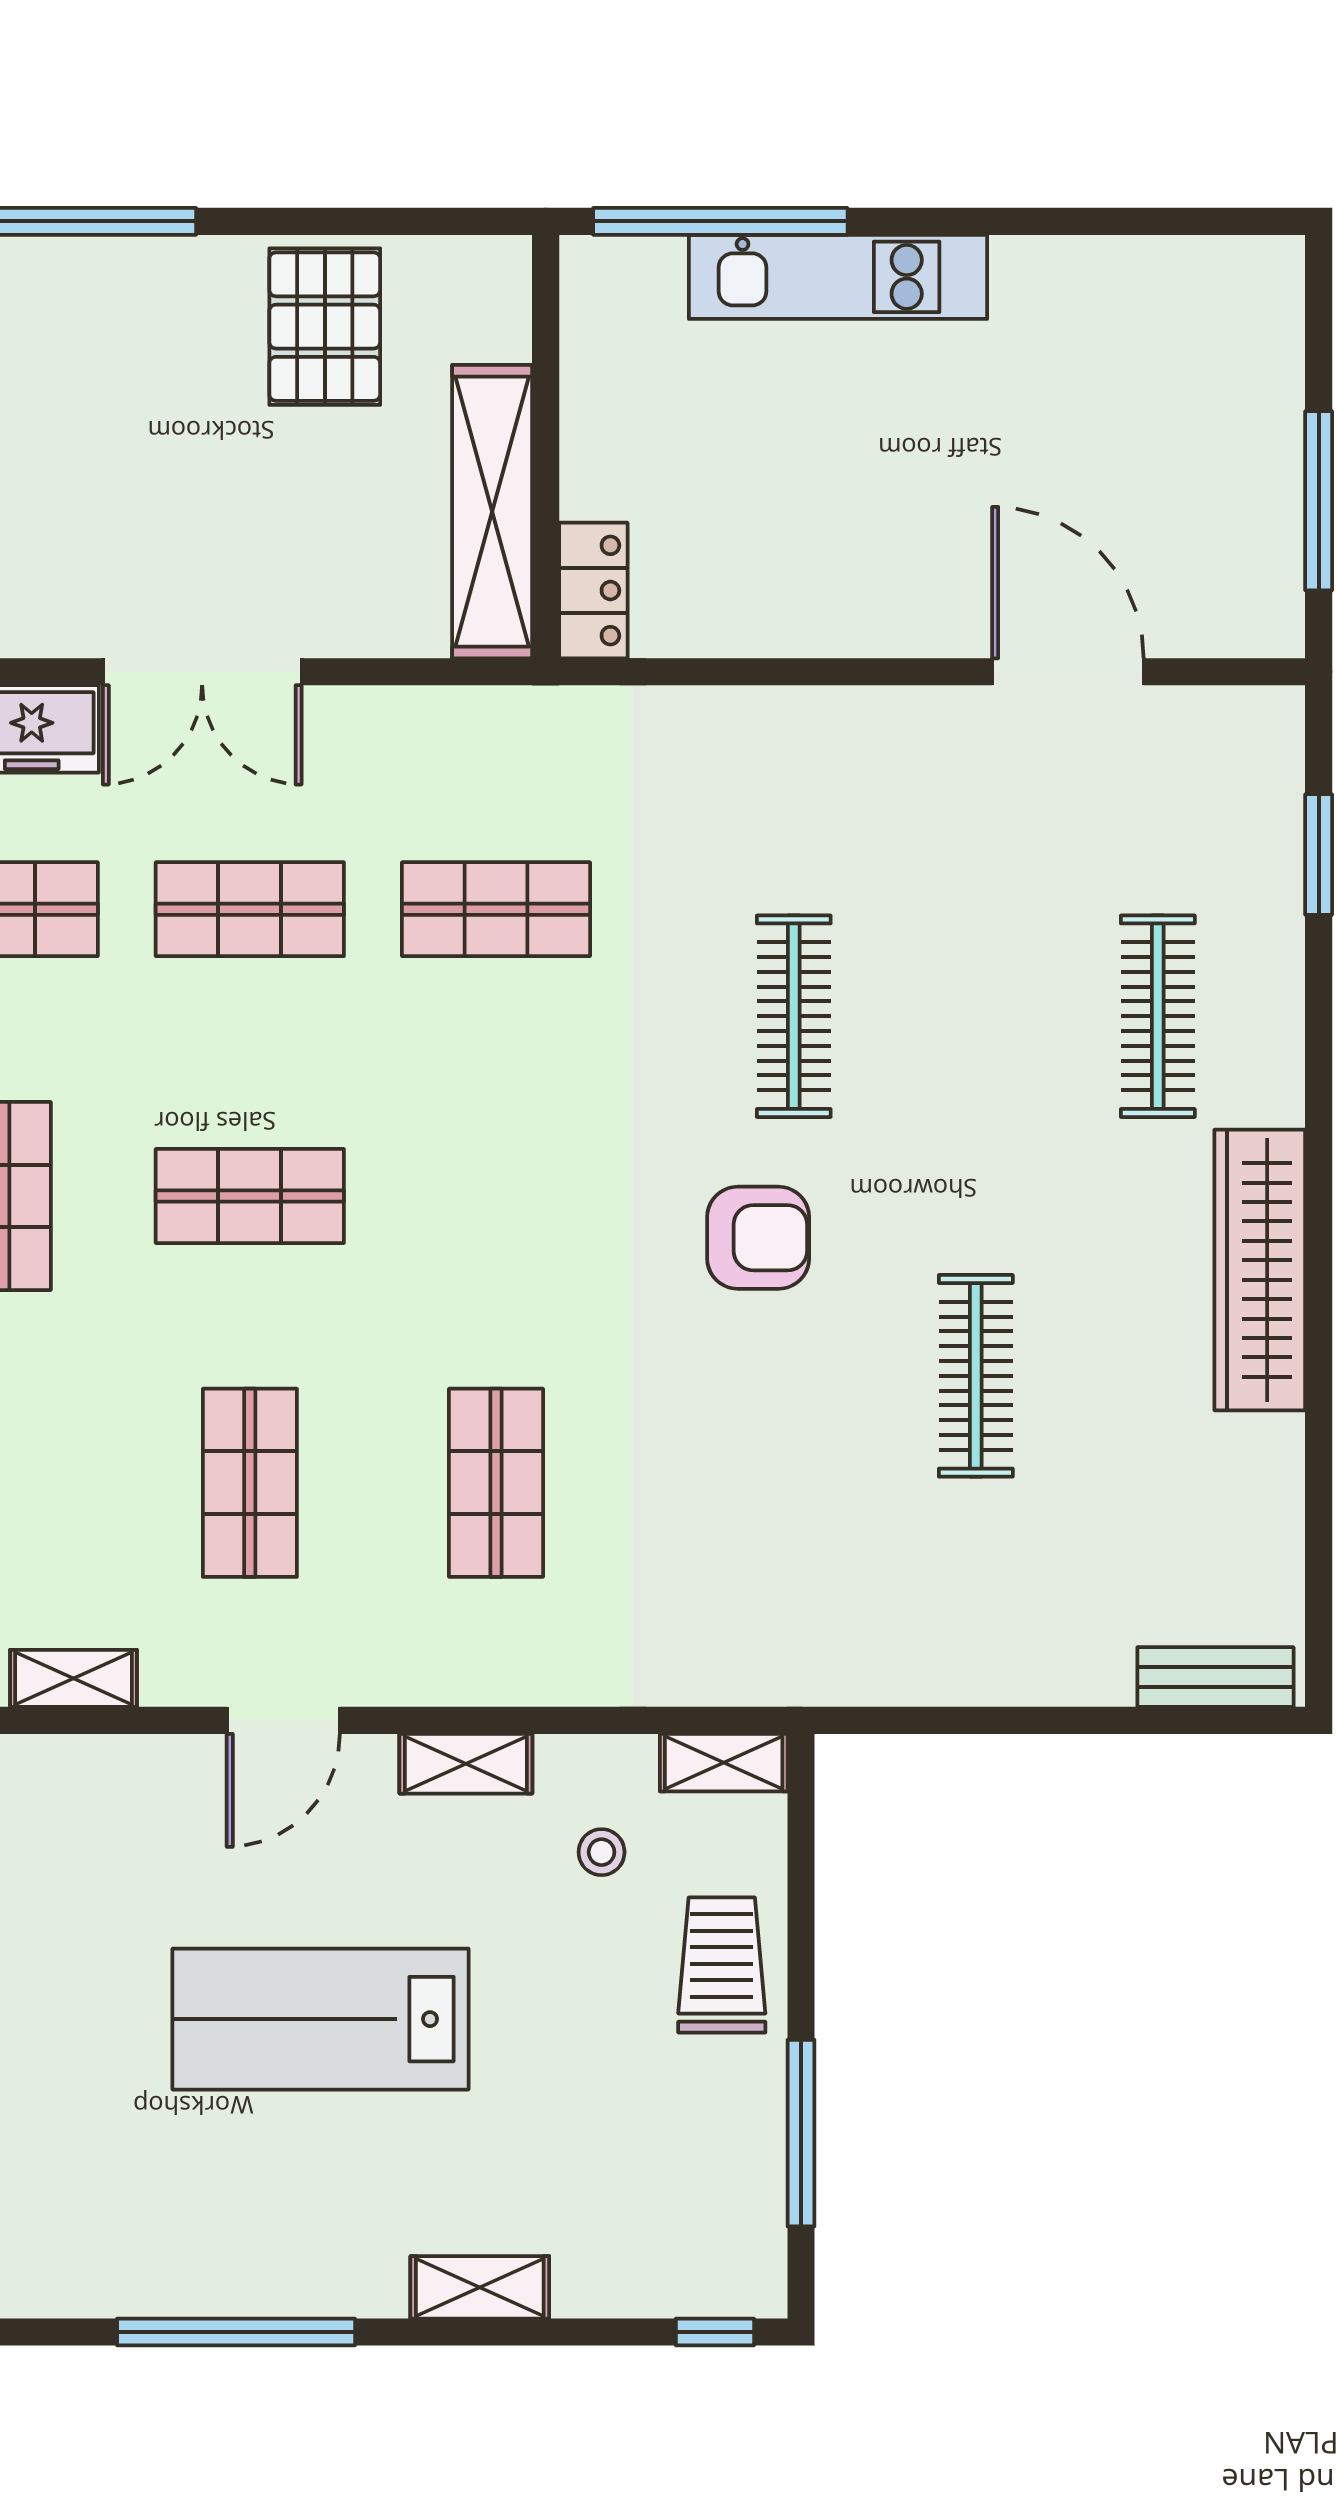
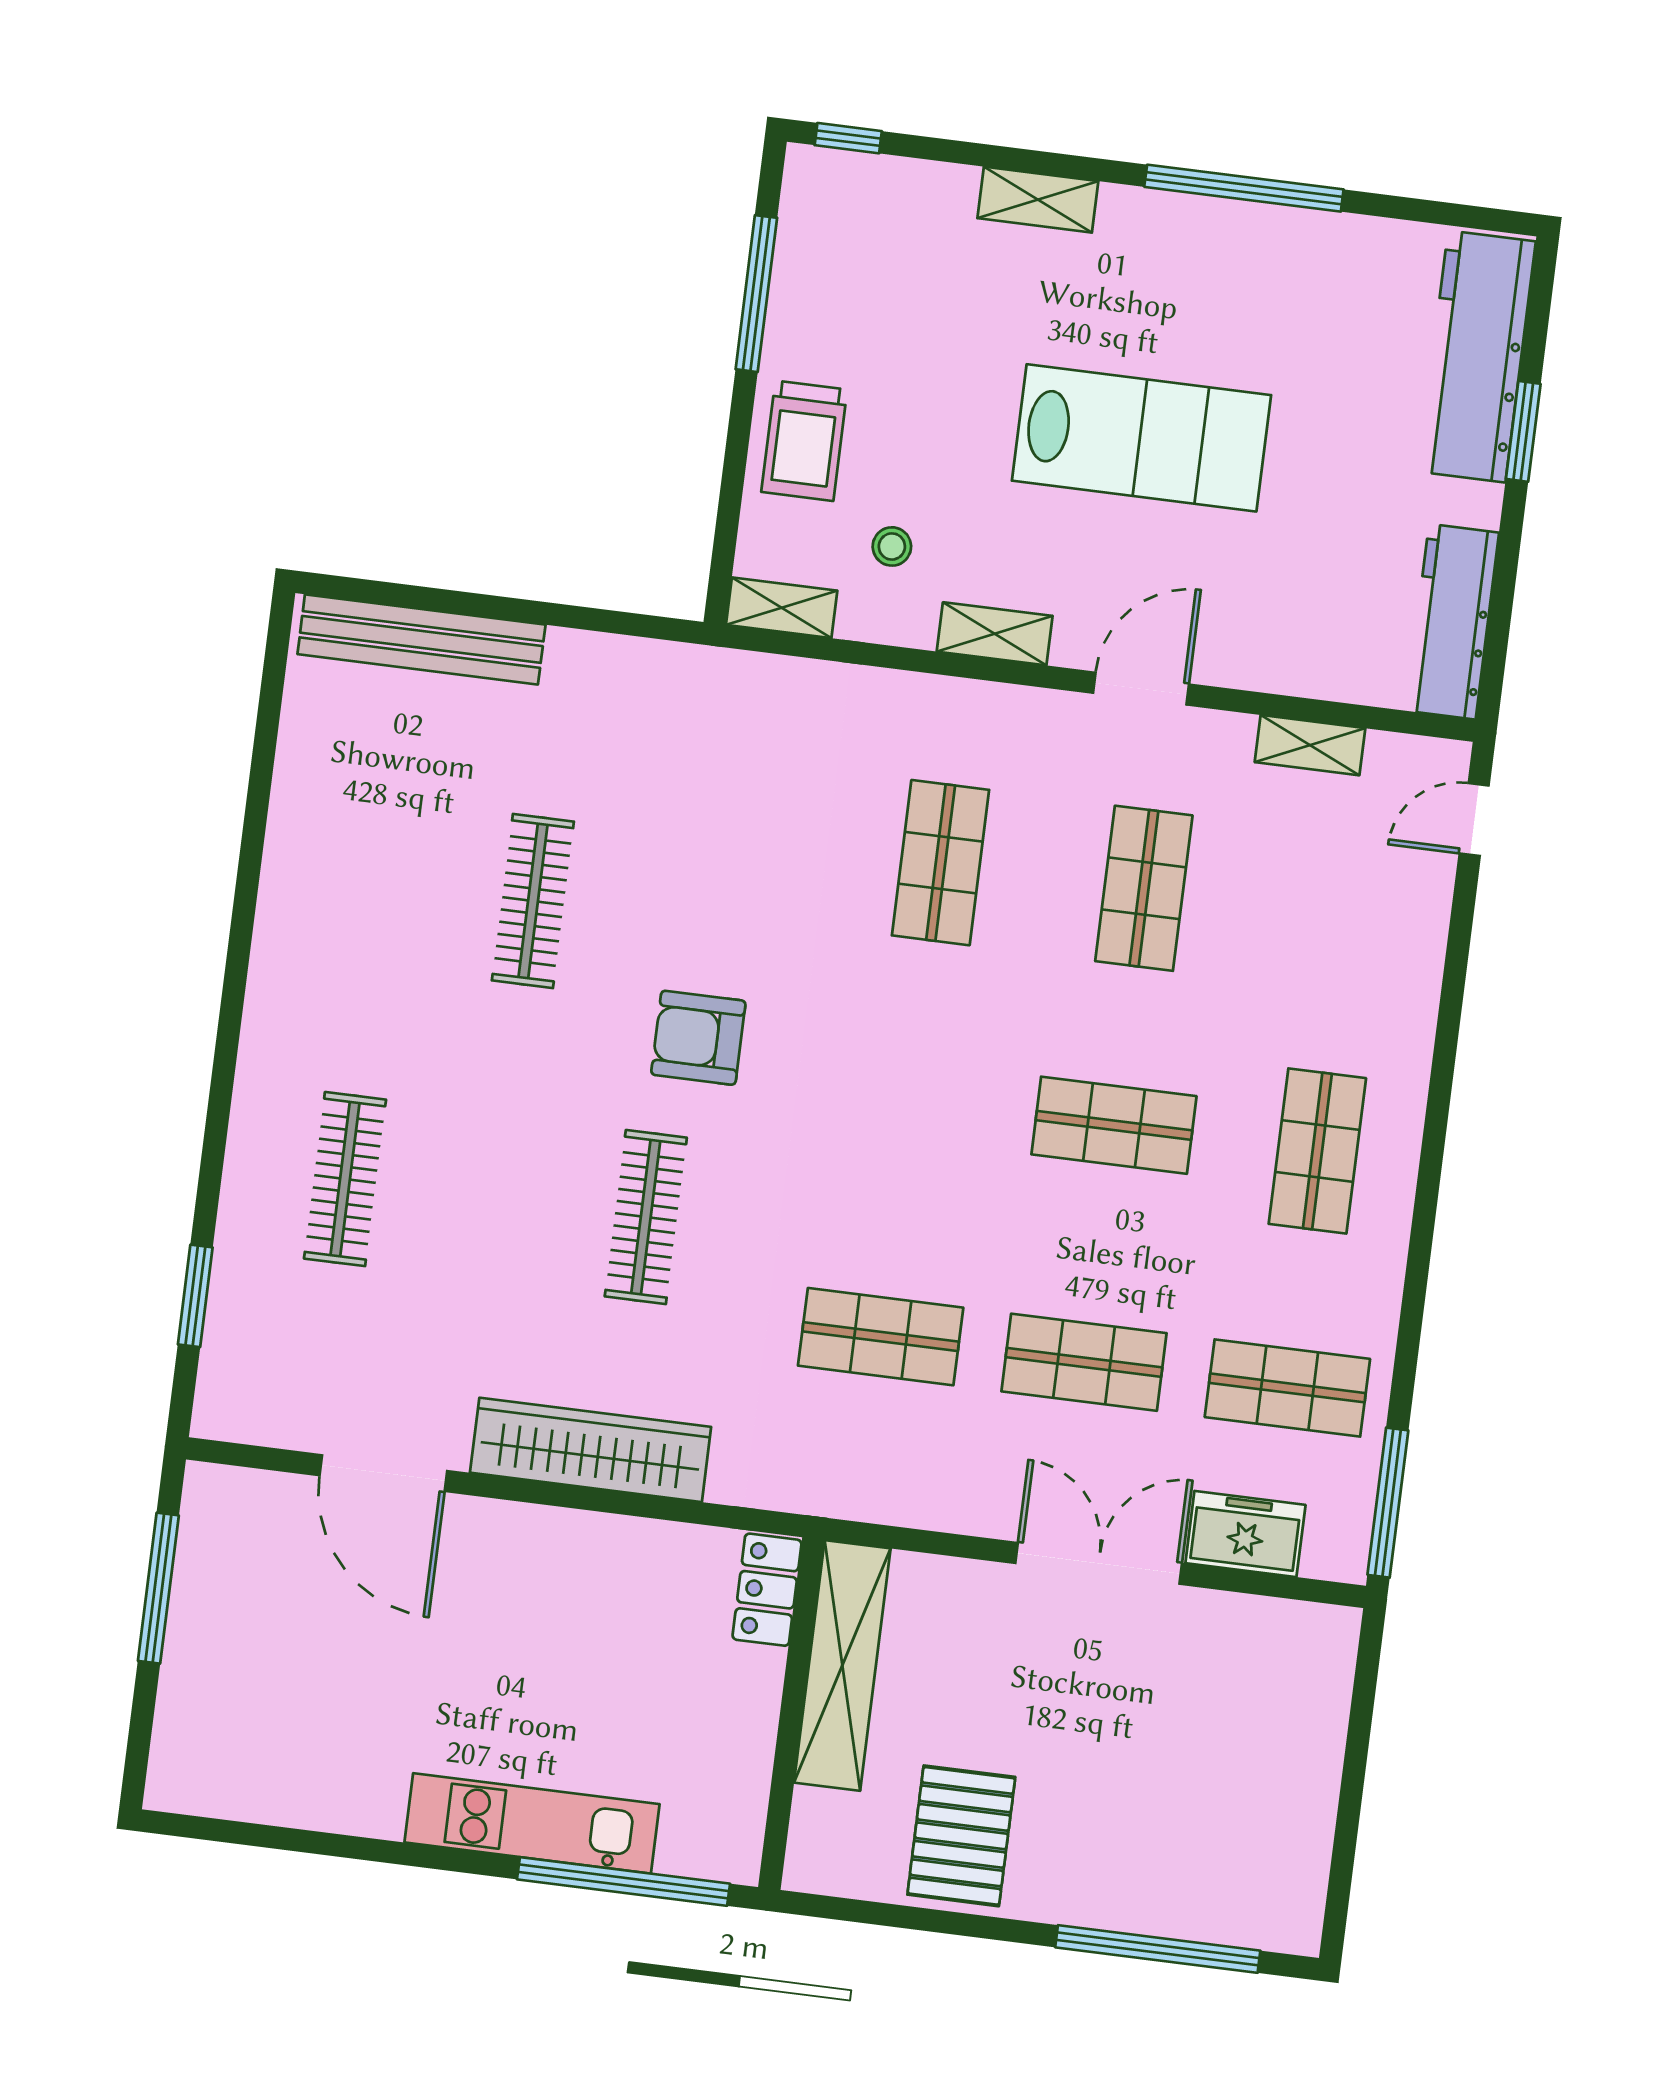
wardrobe: (1260, 1270) -> (591, 1450), moved, turned -90
bench: (1215, 1677) -> (421, 639), width x1.86, depth x1.21

